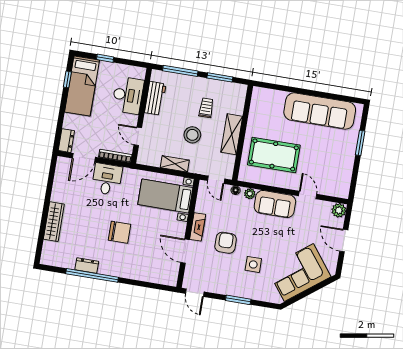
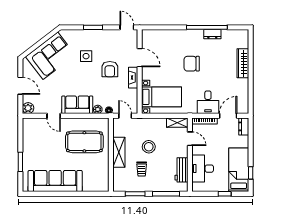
shelving: (175, 164) -> (177, 123), moved

